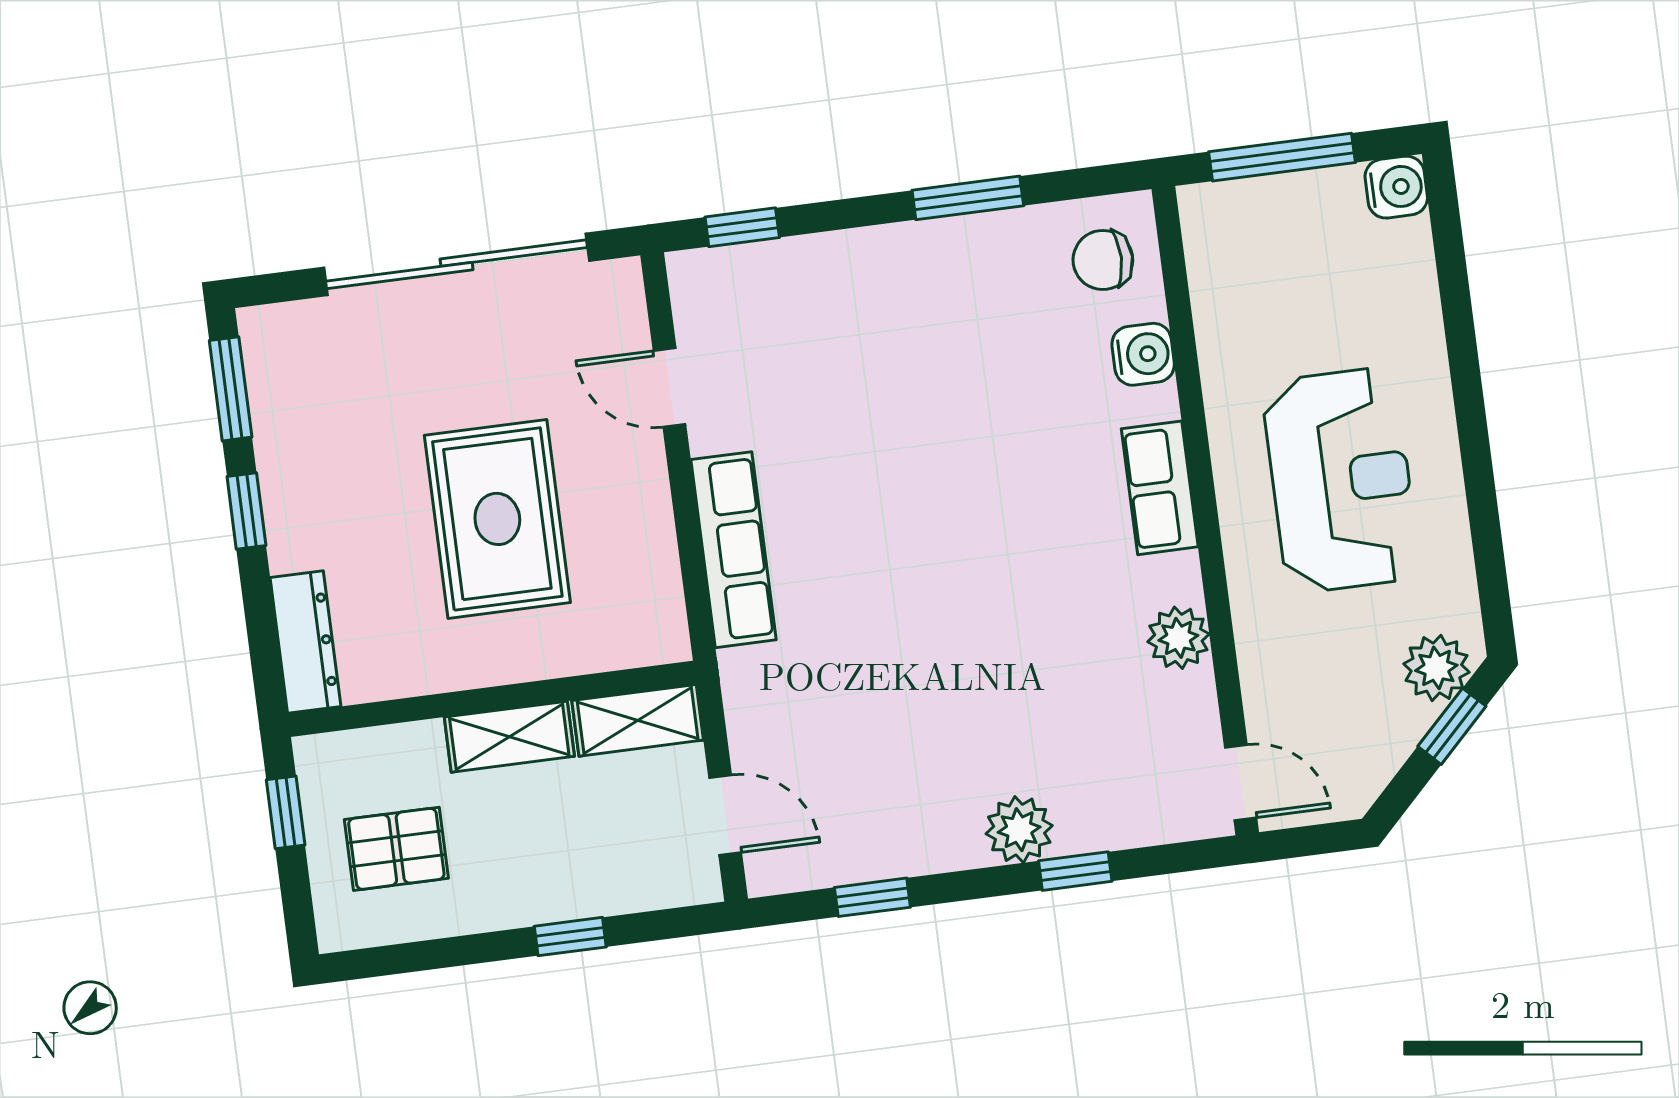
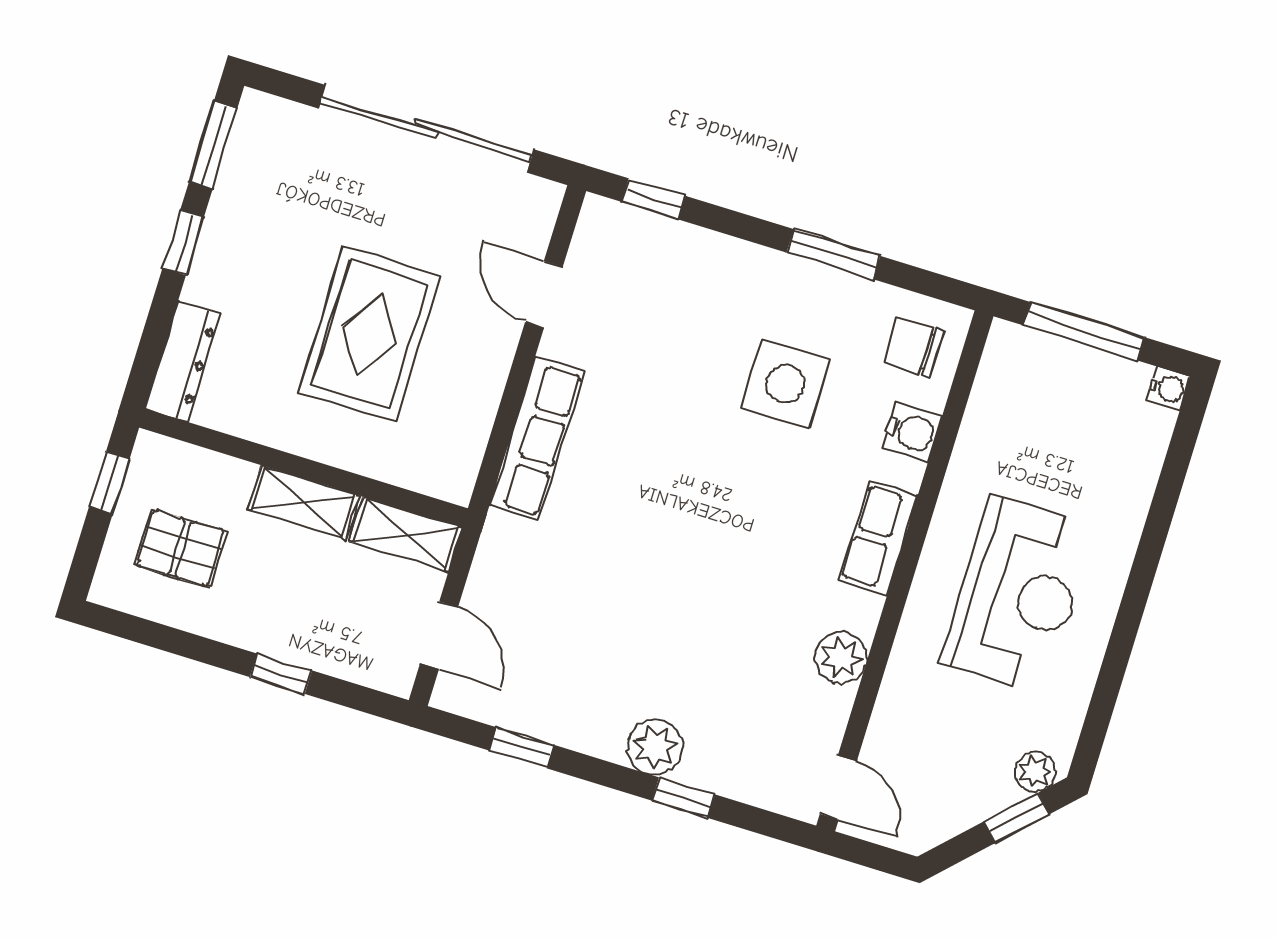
water cooler: (1396, 187) -> (1168, 389), width x0.72, depth x0.72
side table: (980, 364) -> (786, 384), added
plant: (1436, 668) -> (1035, 772), width x0.73, depth x0.73

